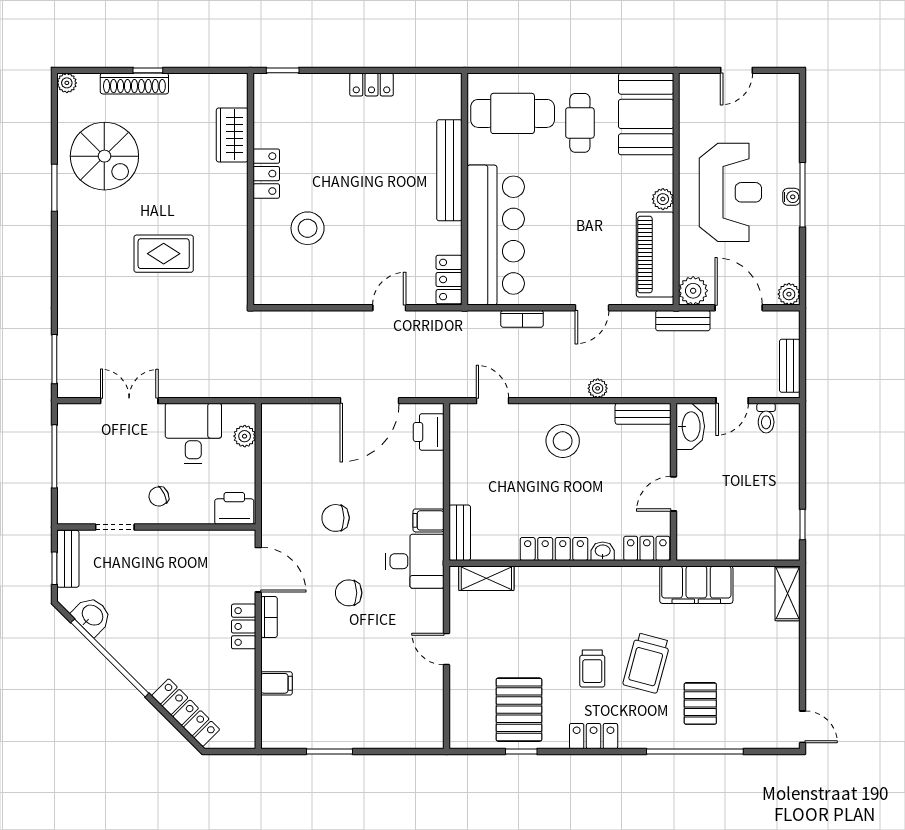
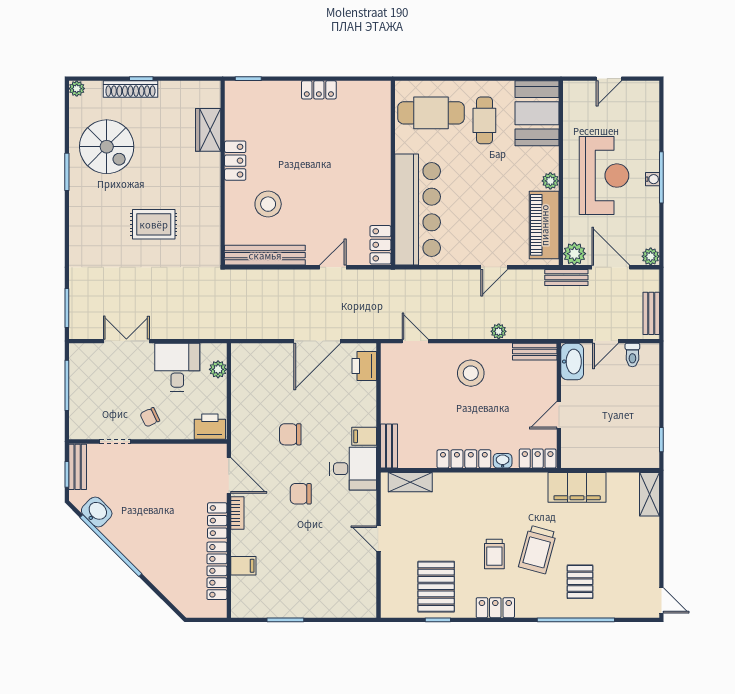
bench: (449, 170) -> (265, 255), moved, turned 90
bookcase: (522, 319) -> (438, 276), removed
locker: (186, 713) -> (217, 571), moved, turned -135

